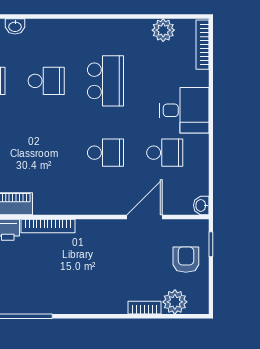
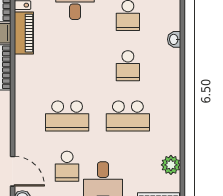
school desk: (105, 153) -> (67, 116), width x1.85
door: (145, 217) -> (13, 171), moved

